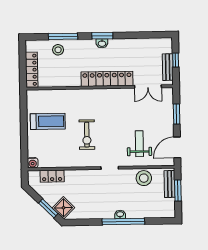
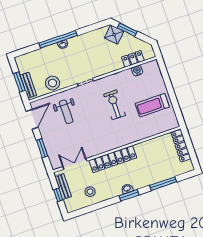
stool: (58, 50) -> (90, 192), moved
water cooler: (33, 163) -> (137, 71), moved

